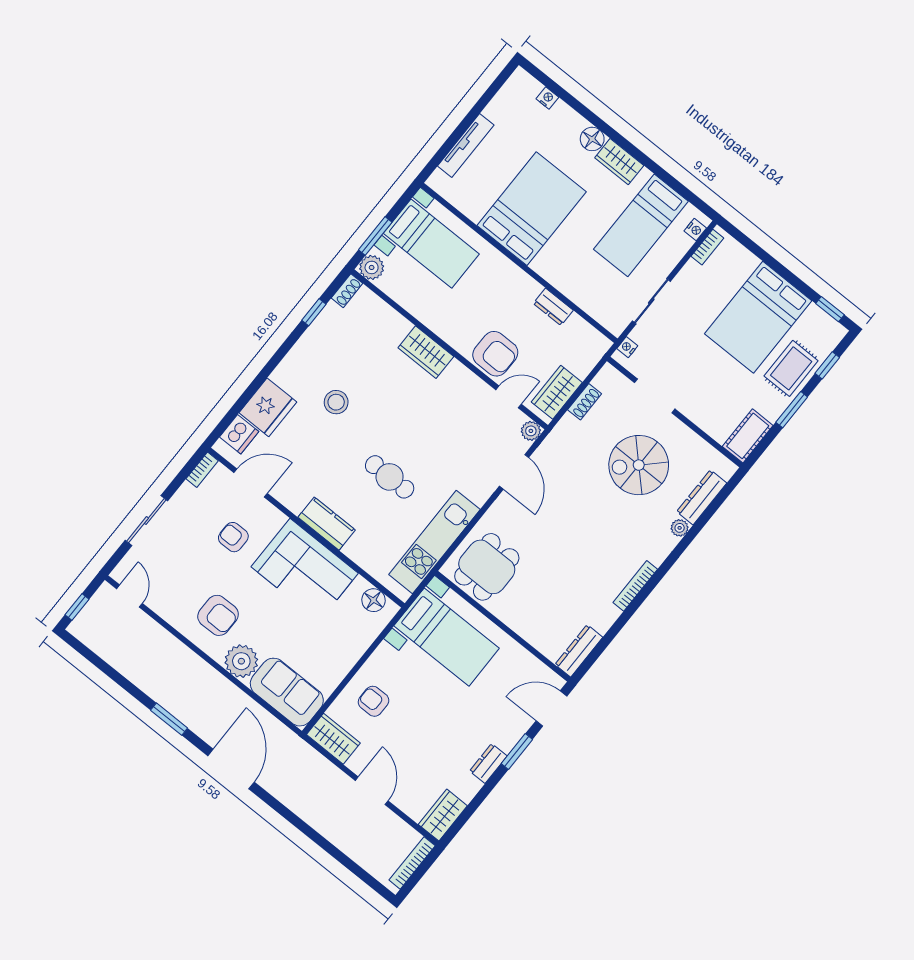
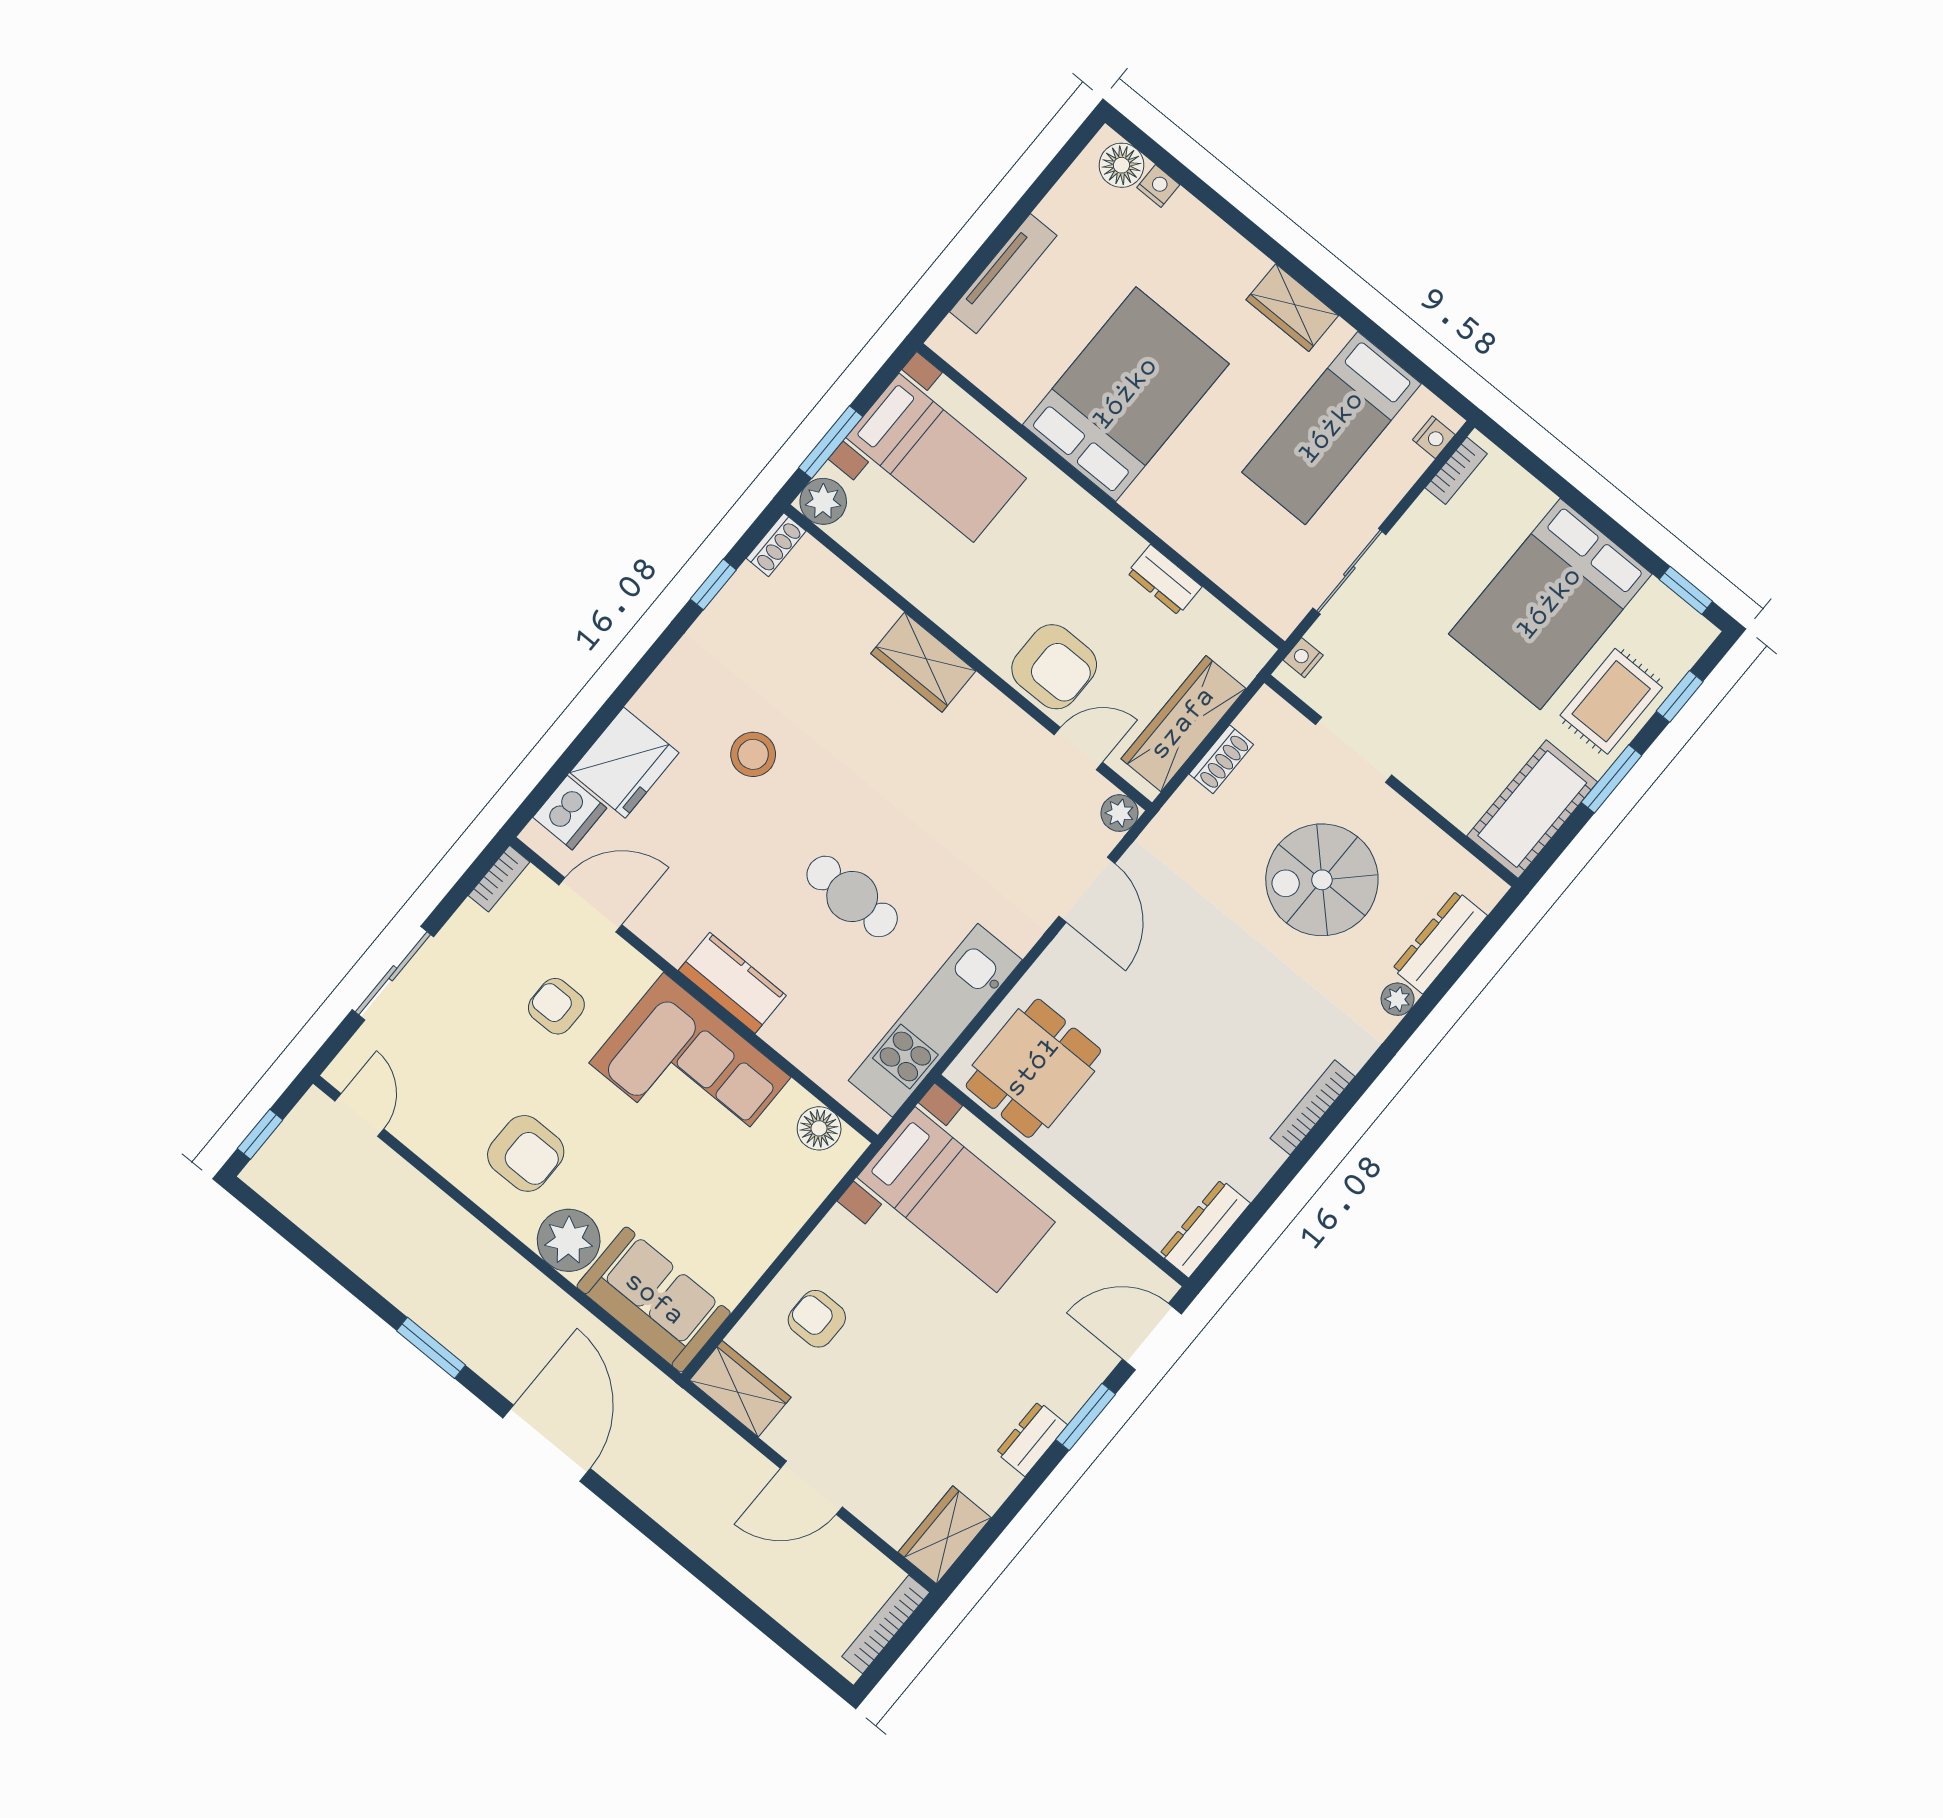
floor lamp: (592, 139) -> (1122, 165), moved
wardrobe: (557, 392) -> (1183, 724), width x1.50
cot: (748, 436) -> (1532, 809), width x1.37, depth x1.34
door: (372, 791) -> (811, 1488), swing flipped

